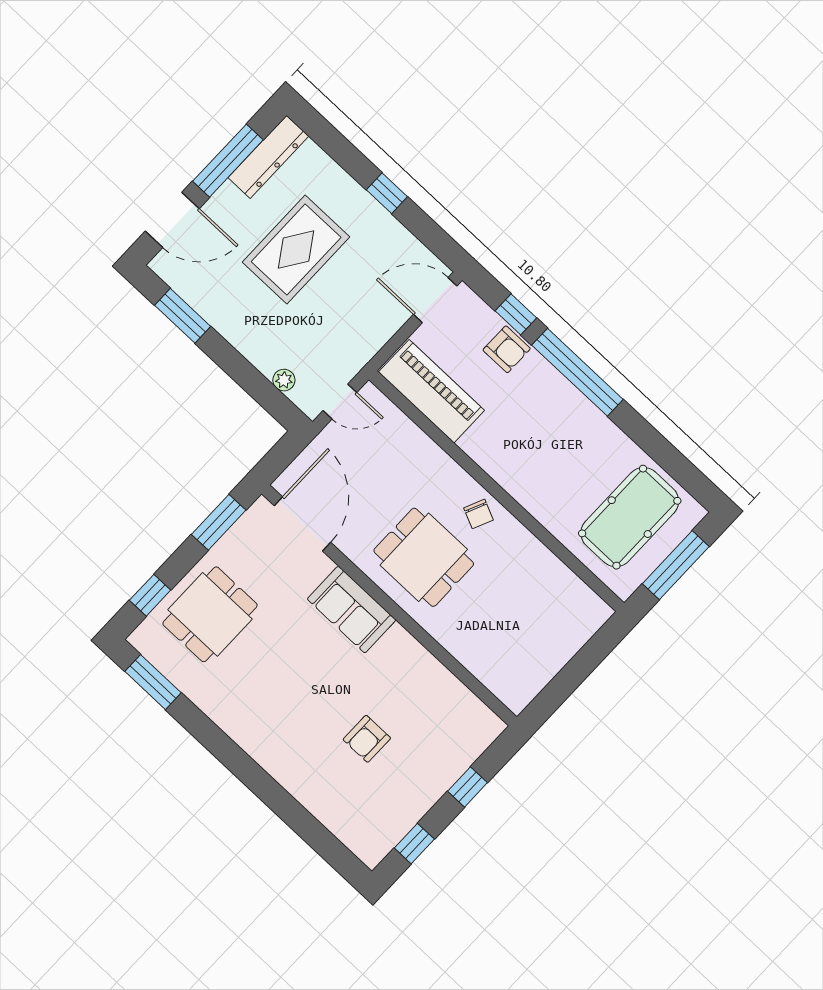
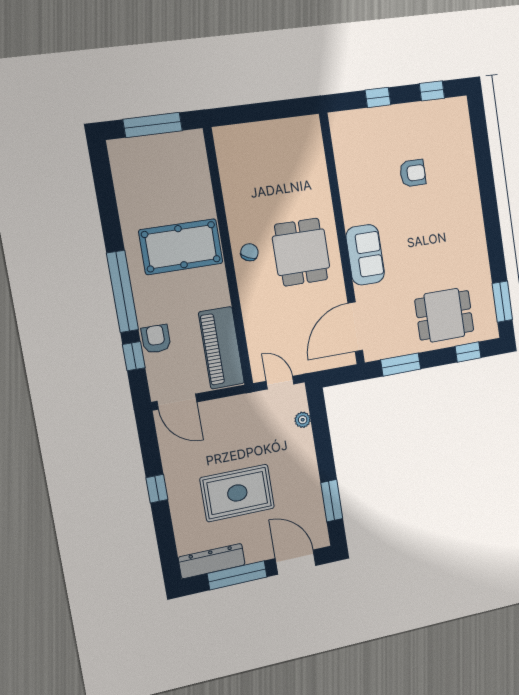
pool table: (630, 517) -> (181, 247), moved

